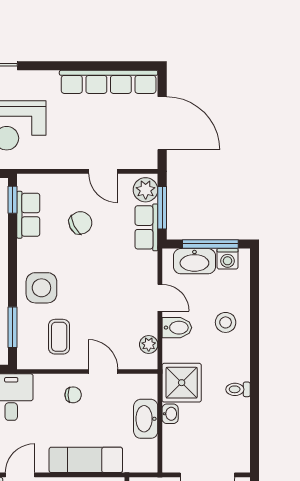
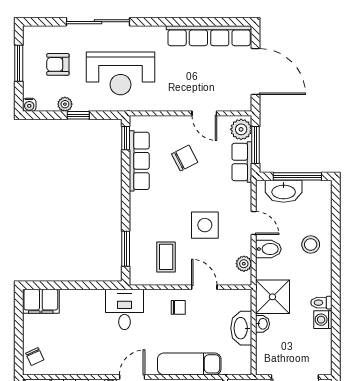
row of seats: (28, 215) -> (139, 161), width x1.48
washing machine: (228, 259) -> (323, 320), moved, turned 90
side table: (41, 288) -> (205, 225), moved

